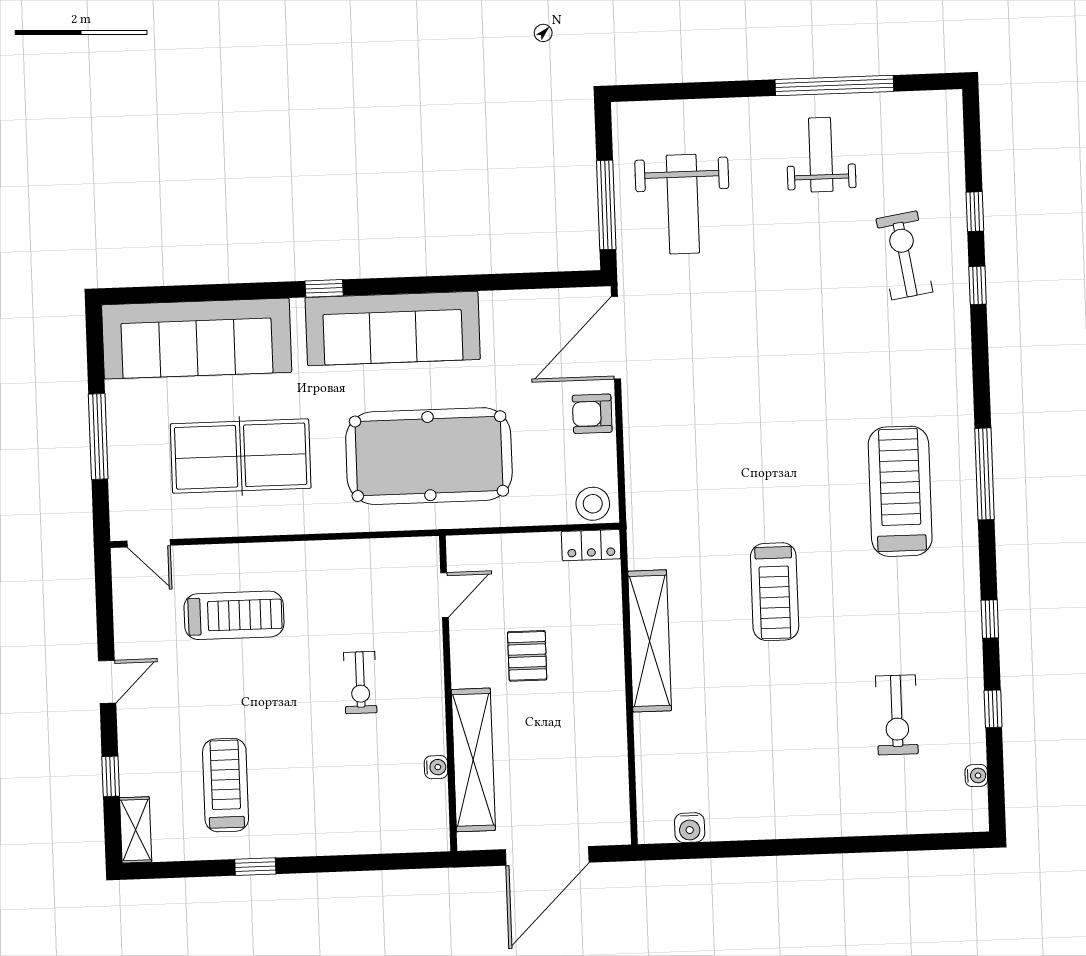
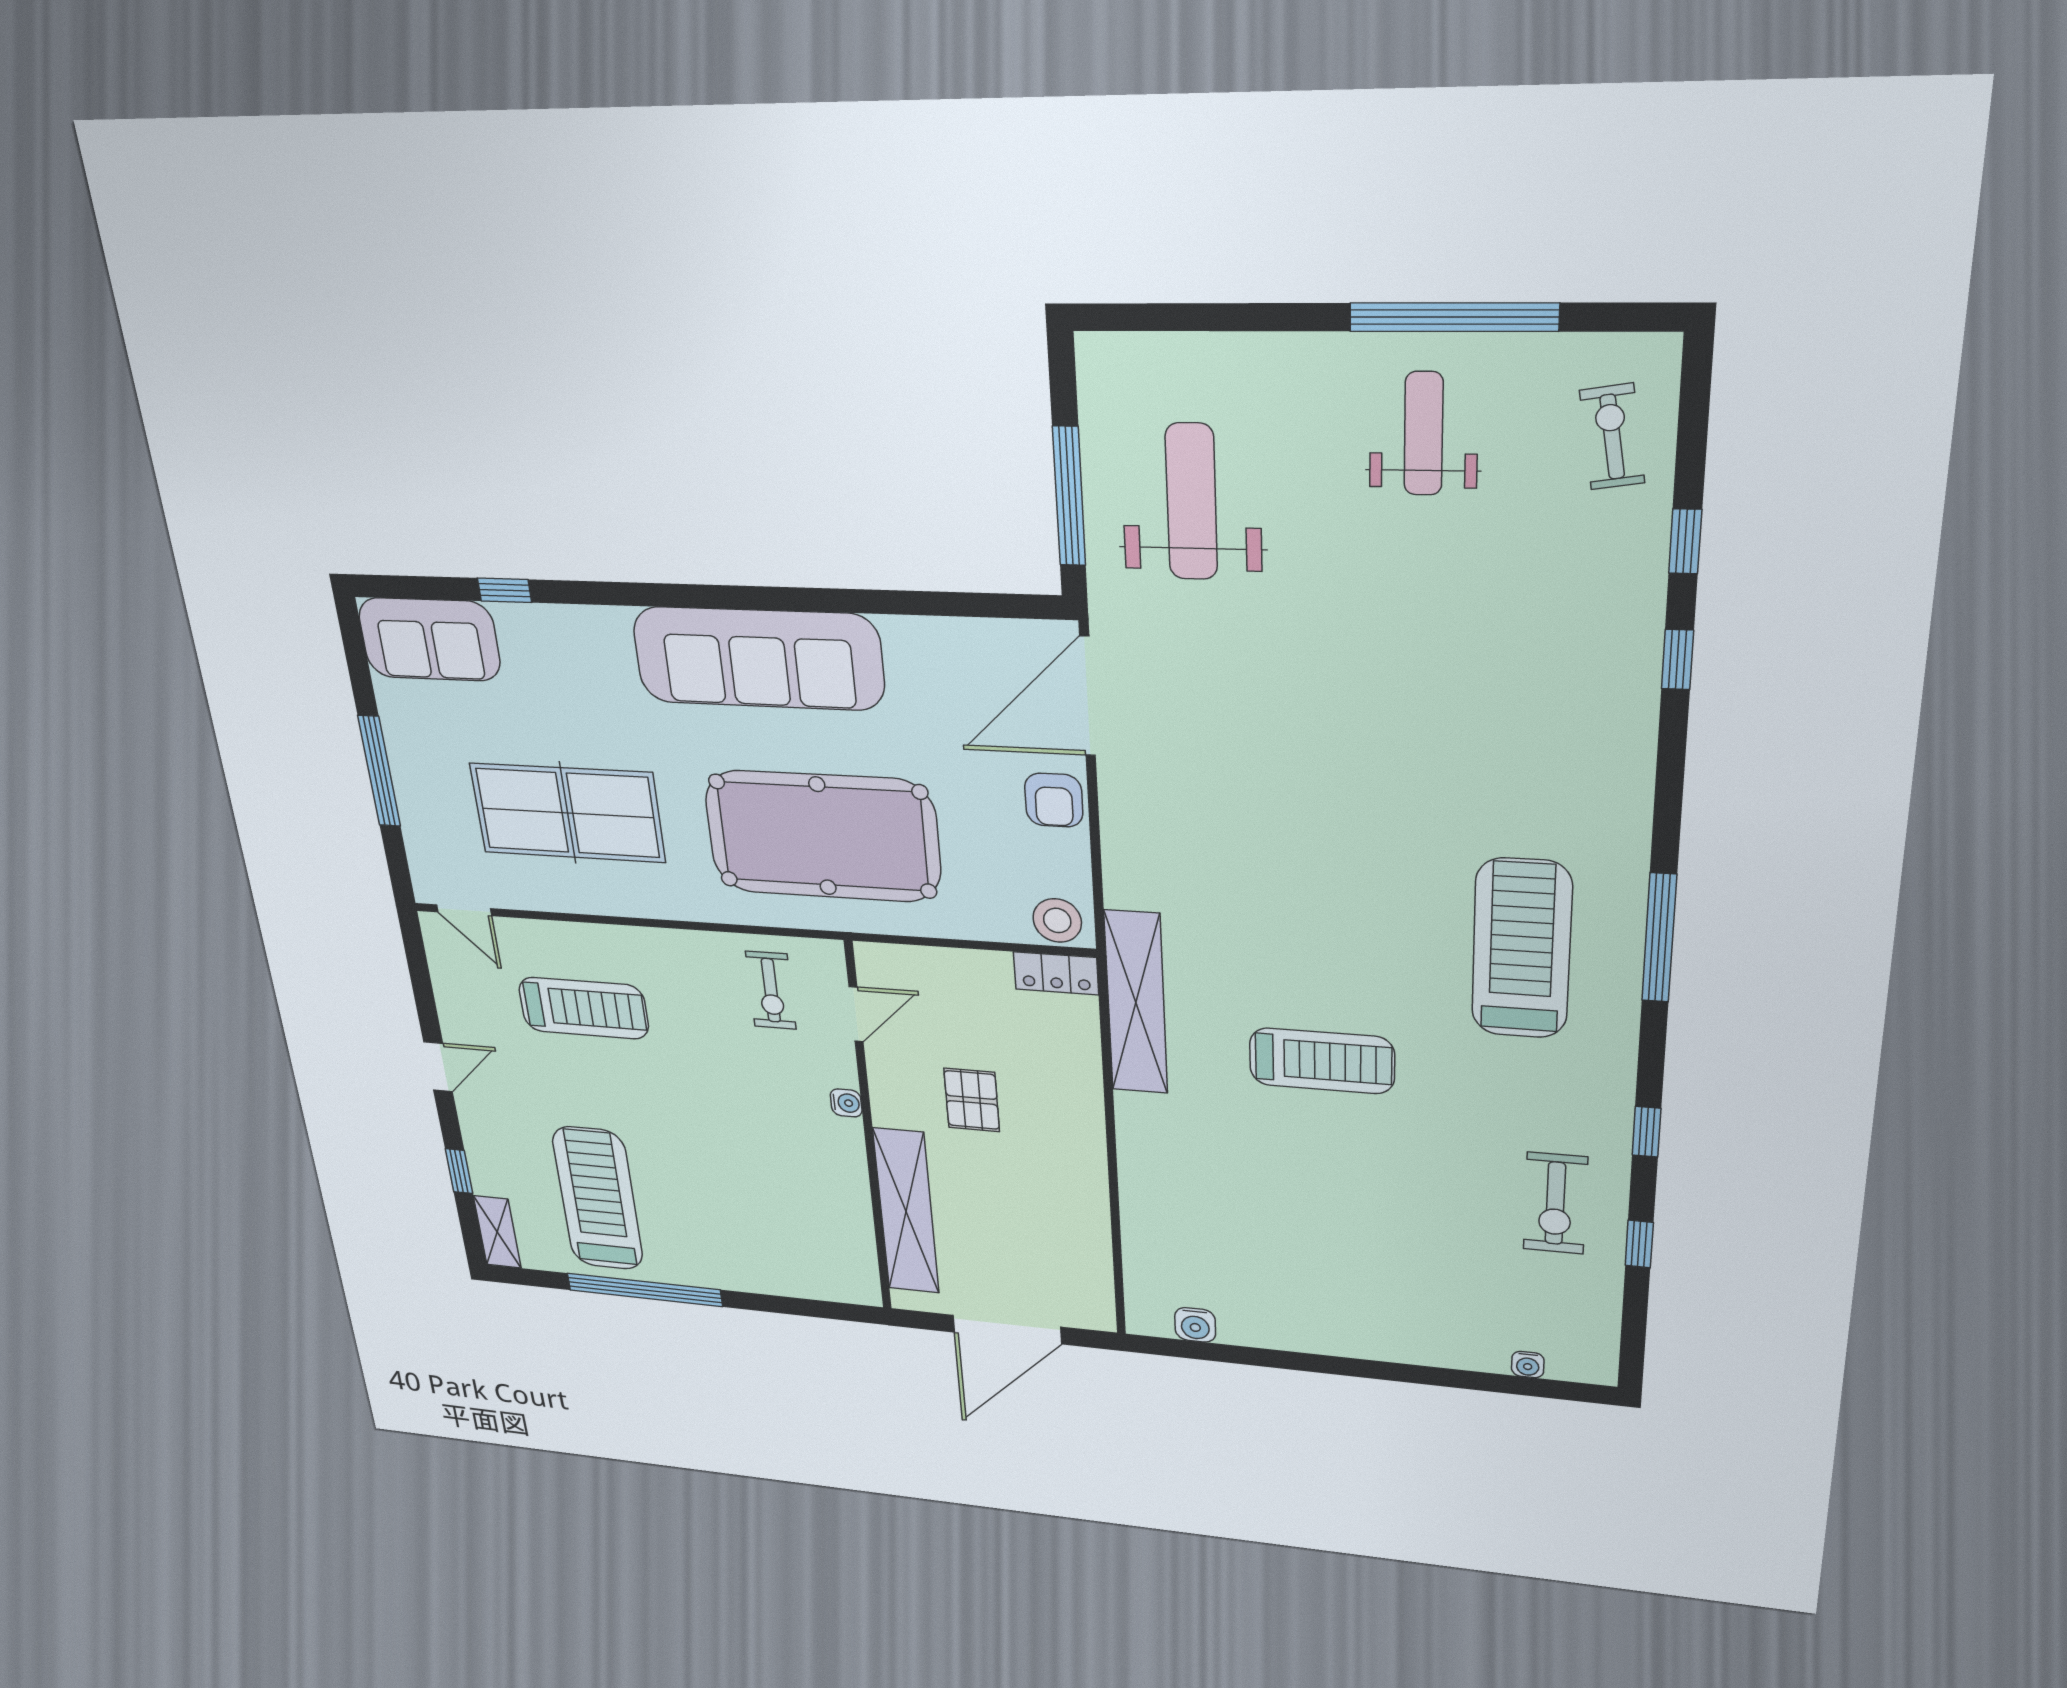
weight bench: (683, 204) -> (1191, 502), turned 180
exercise bike: (904, 255) -> (1612, 437), moved, width x0.73, depth x0.72
window: (324, 288) -> (505, 590), moved
sofa: (197, 339) -> (429, 639), width x0.54, depth x0.79
armchair: (592, 414) -> (1054, 800), turned -90
treadmill: (775, 592) -> (1322, 1061), turned -90
shelving: (650, 641) -> (1136, 1003), moved
exercise bike: (360, 683) -> (771, 990), moved
exercise bike: (897, 715) -> (1555, 1203), moved
water cooler: (436, 767) -> (846, 1103), moved
water cooler: (976, 776) -> (1528, 1365), moved, turned 90
treadmill: (226, 785) -> (598, 1199), width x1.37, depth x1.38
window: (255, 867) -> (644, 1290), width x3.17

